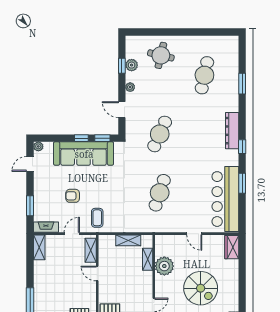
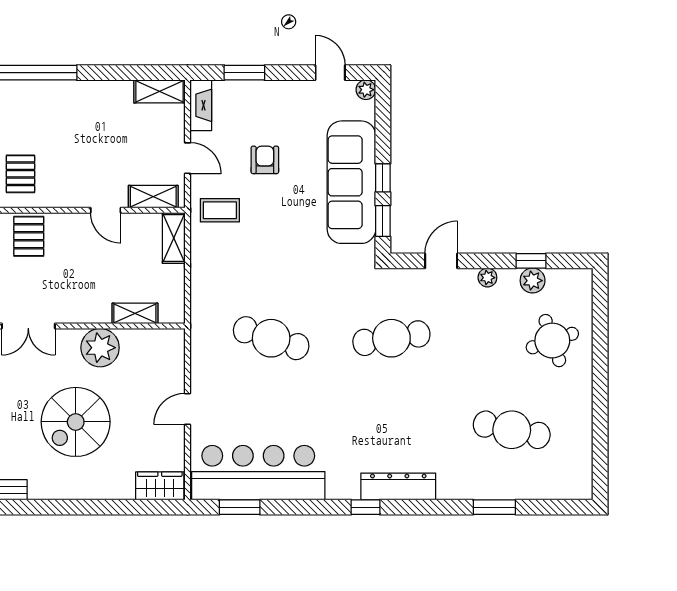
round table: (161, 55) -> (552, 341), turned -32
cafe table: (160, 134) -> (391, 338), turned -33
window: (242, 183) -> (240, 507), moved
shelving: (128, 240) -> (174, 238), moved
plant: (164, 266) -> (100, 348), moved
door: (97, 274) -> (106, 210), swing flipped

